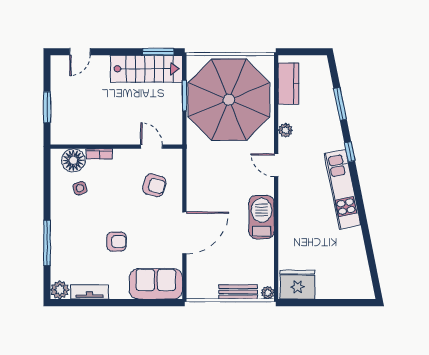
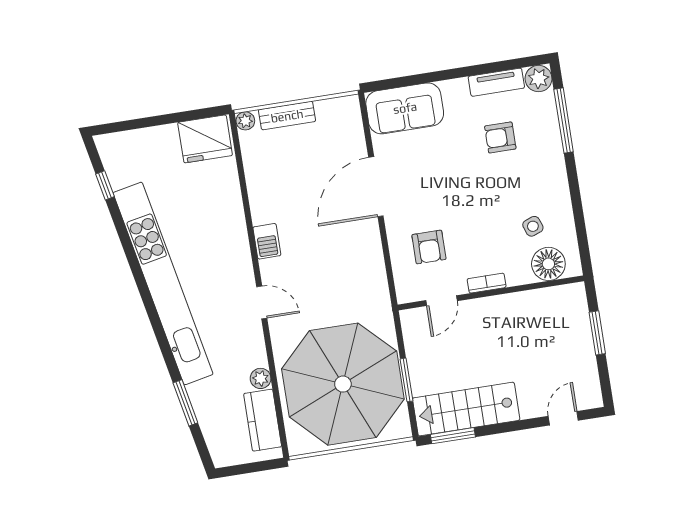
plant: (285, 130) -> (261, 378), moved
door: (151, 147) -> (442, 301), hinge flipped
window: (350, 152) -> (105, 185), moved
bookcase: (99, 154) -> (487, 283), moved
armchair: (154, 185) -> (429, 247), turned -106
kitchen unit: (342, 189) -> (163, 283), width x1.86
barbecue: (262, 217) -> (267, 241), width x0.53, depth x0.65
armchair: (116, 242) -> (500, 137), moved
window: (47, 243) -> (564, 120), moved

